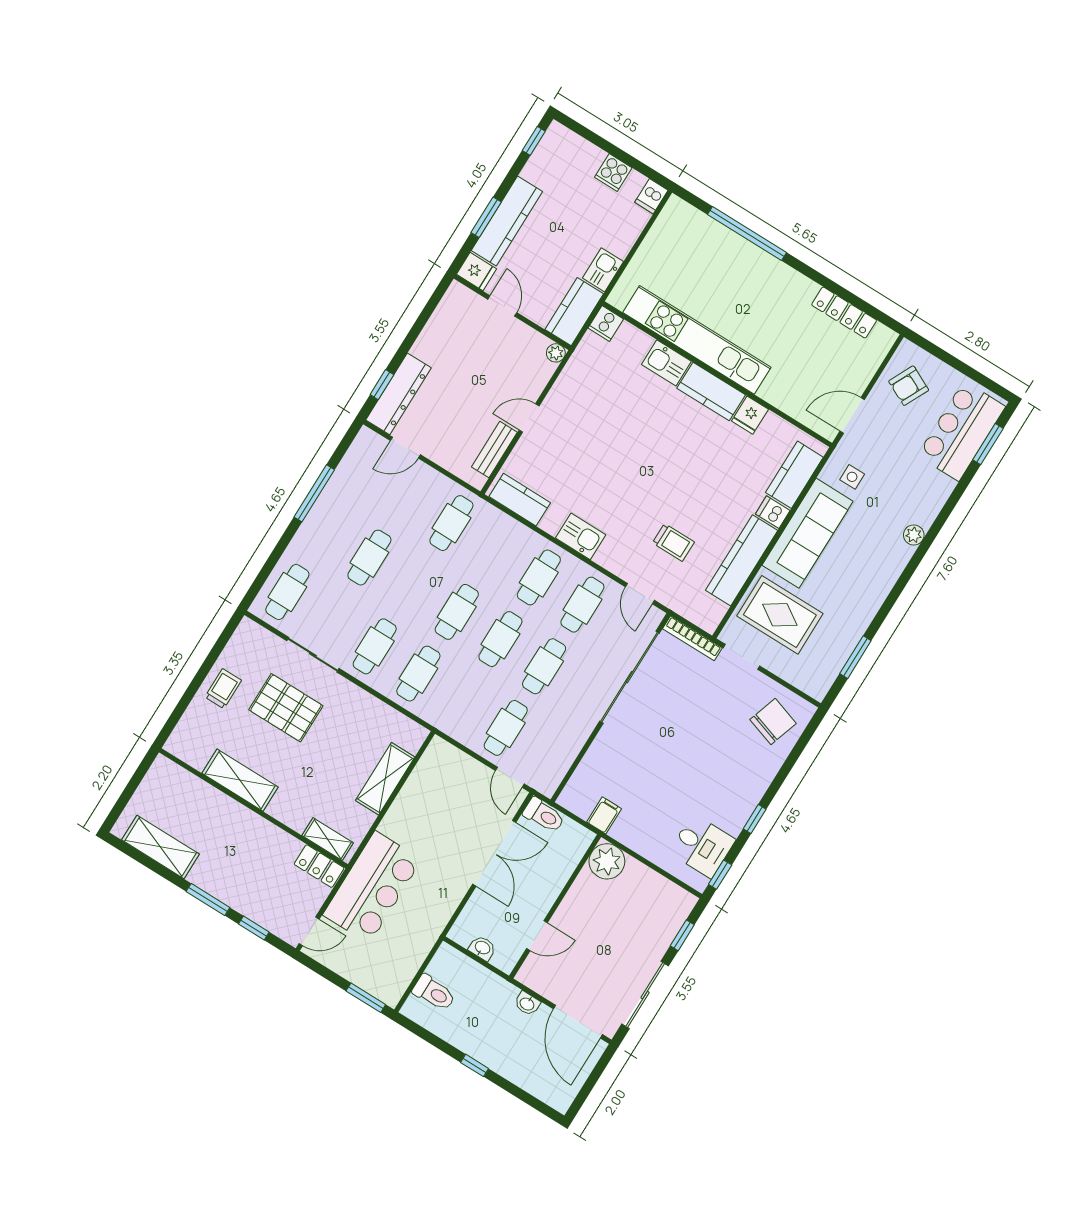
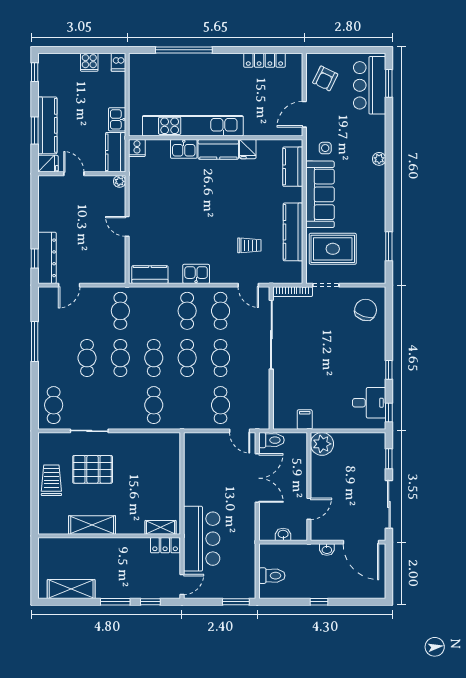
door: (529, 418) -> (127, 226), hinge flipped
bench: (494, 450) -> (119, 256), removed
dishwasher: (773, 512) -> (294, 195), removed
cafe table: (375, 646) -> (120, 358), moved
trolley: (223, 689) -> (51, 480), width x1.36, depth x1.39
shelving: (385, 779) -> (171, 474), removed

